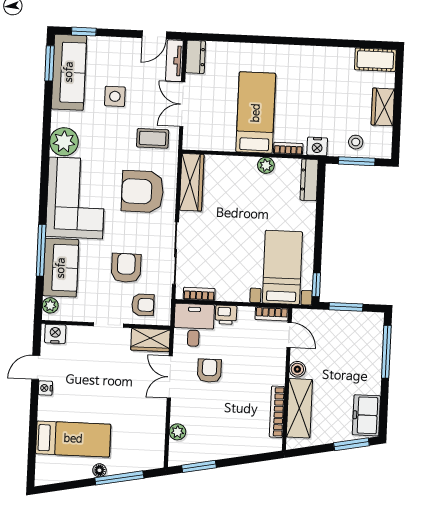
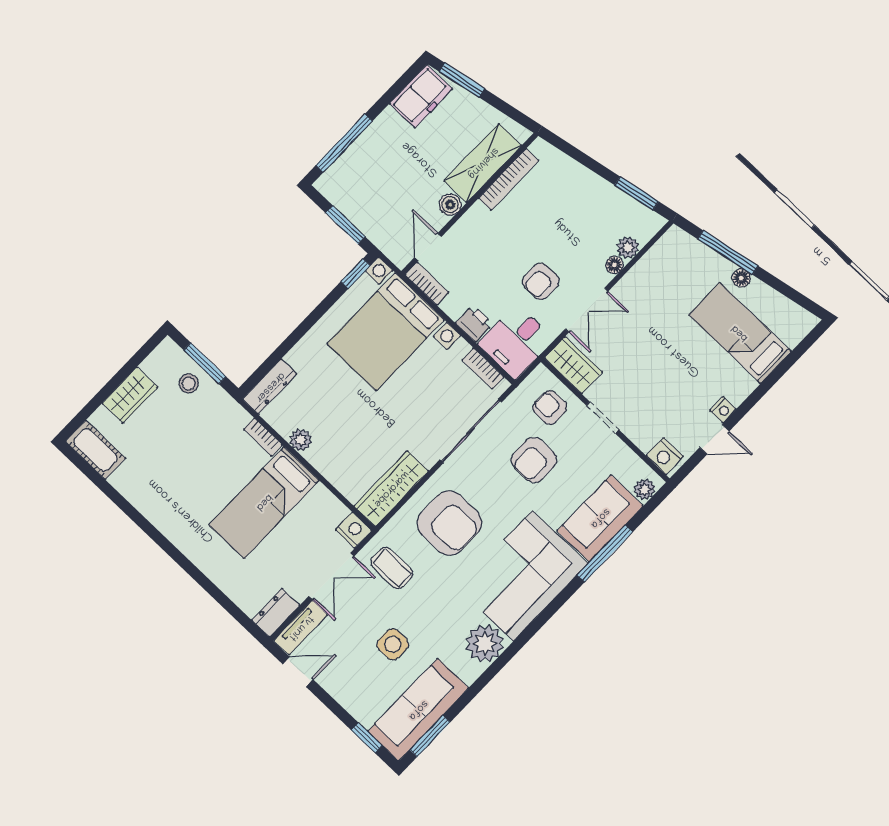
nightstand: (317, 146) -> (354, 530), moved
bed with nightstands: (282, 267) -> (386, 332), width x1.36
floor lamp: (176, 416) -> (614, 265), added

